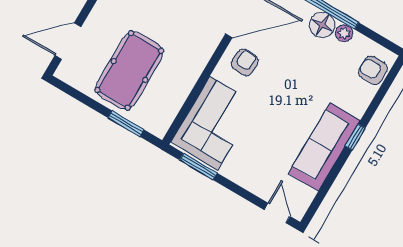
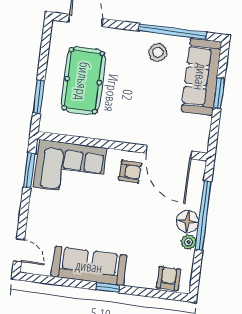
pool table: (129, 70) -> (83, 81), turned 90
door: (277, 213) -> (19, 250), hinge flipped

